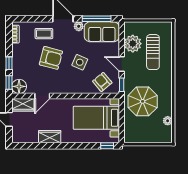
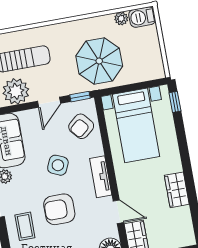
armchair: (51, 58) -> (59, 209), turned -105
tv unit: (67, 89) -> (101, 177), added
barbecue: (166, 135) -> (142, 17), added

